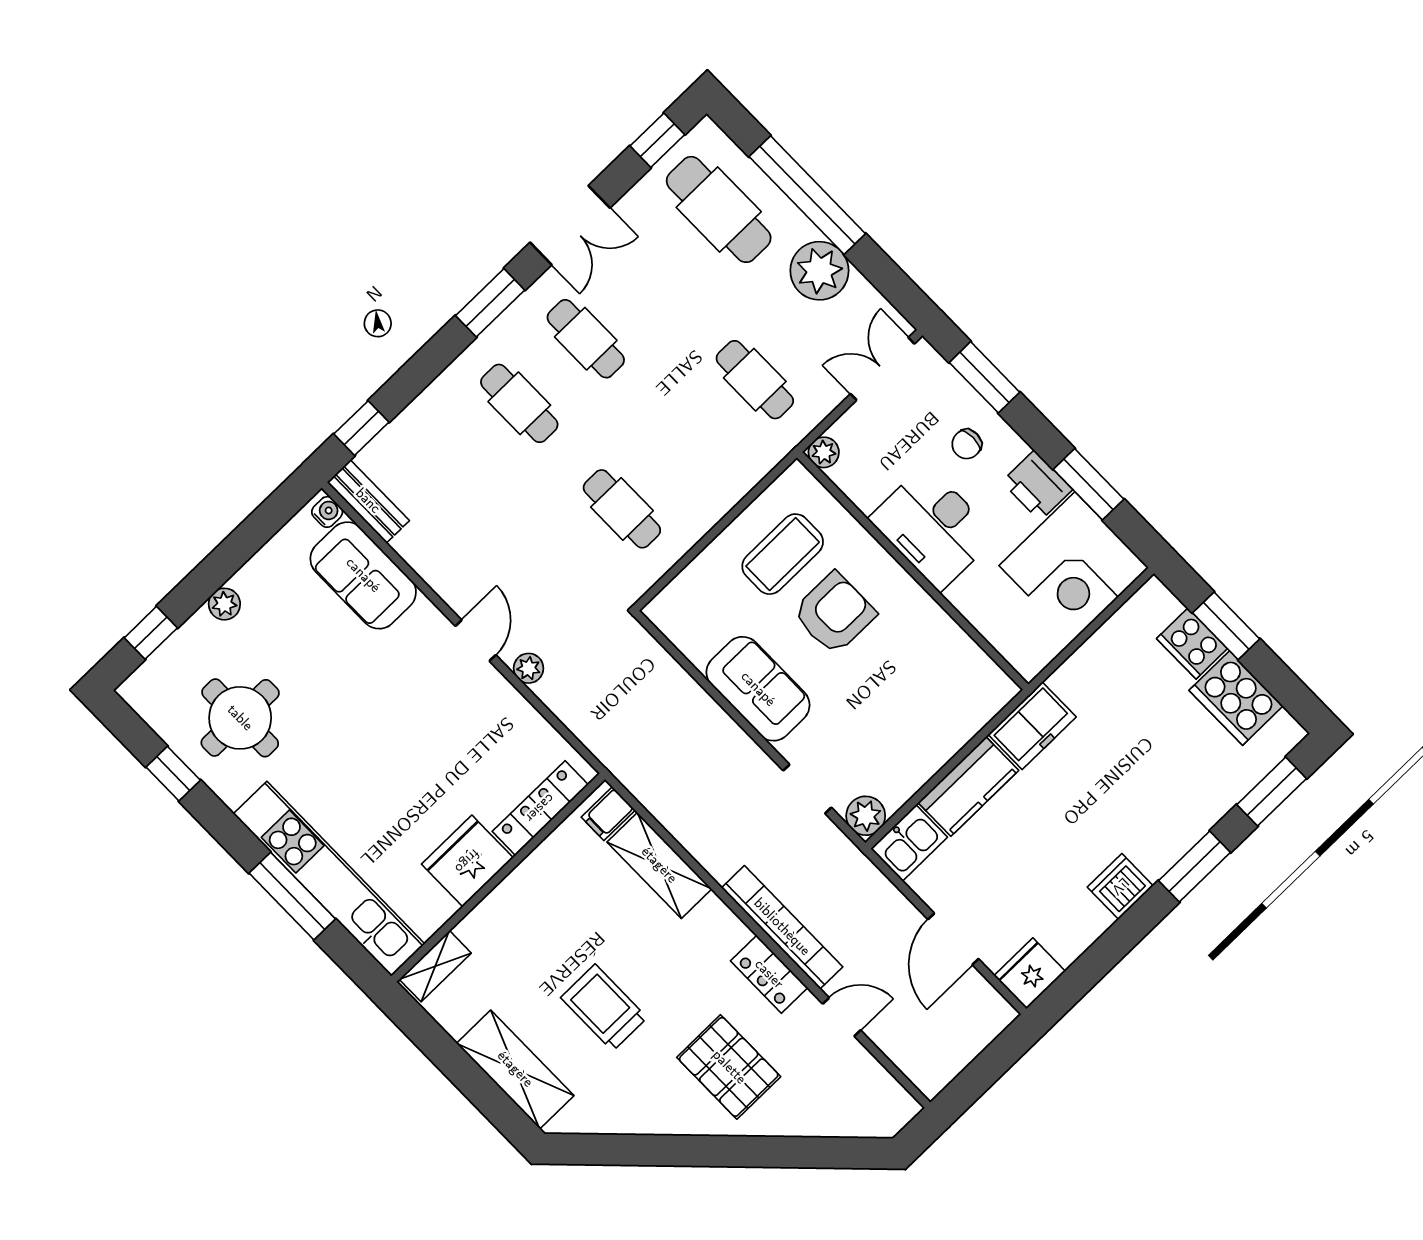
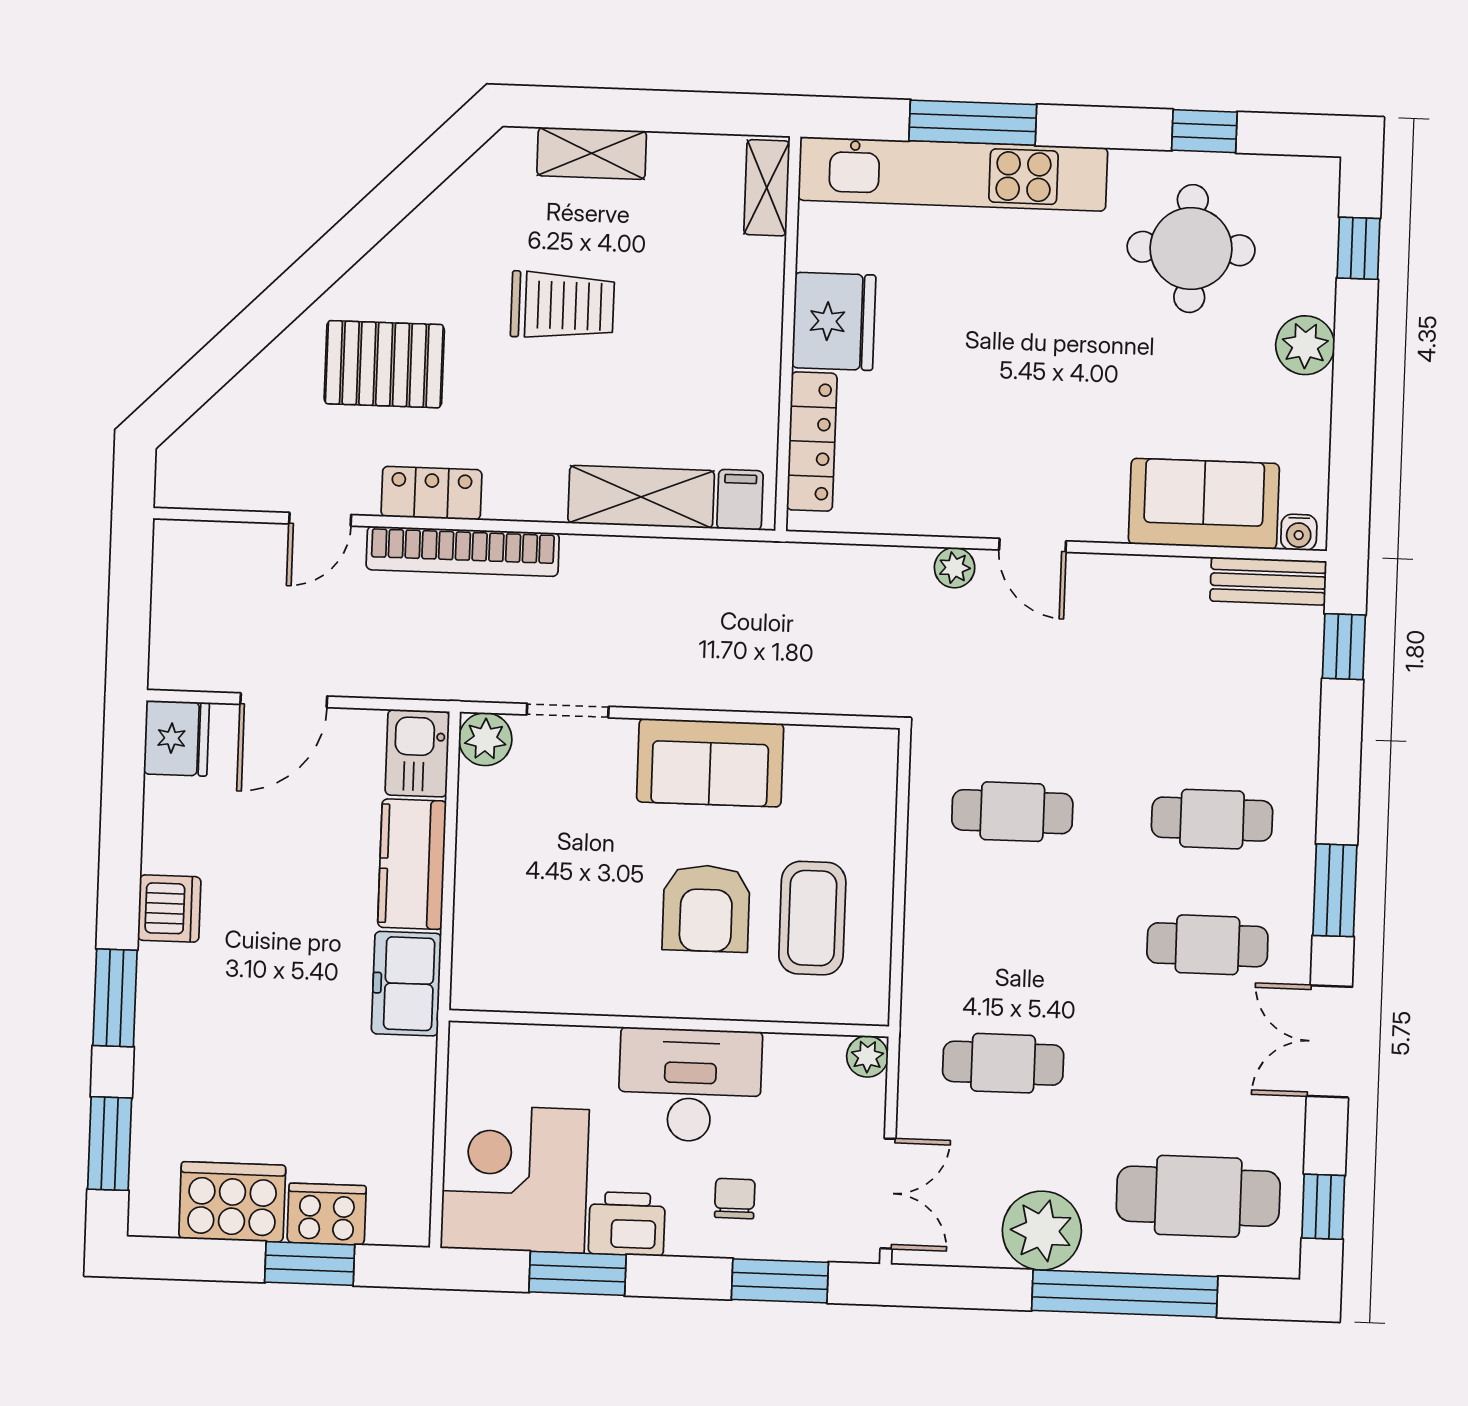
plant: (224, 604) -> (1305, 345), width x1.38, depth x1.38
door: (953, 939) -> (284, 700), swing flipped
shelving: (515, 1069) -> (592, 153), width x0.67, depth x0.75

